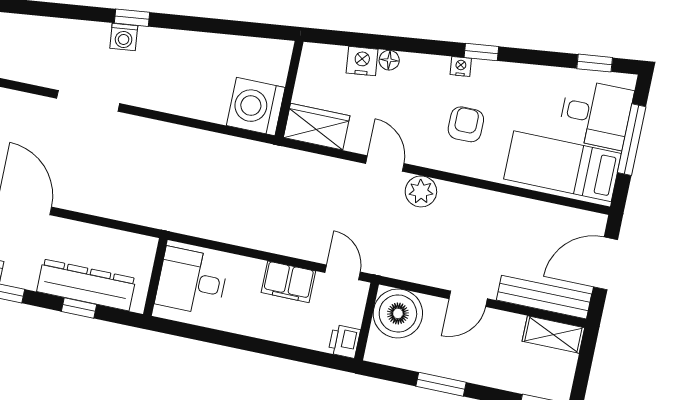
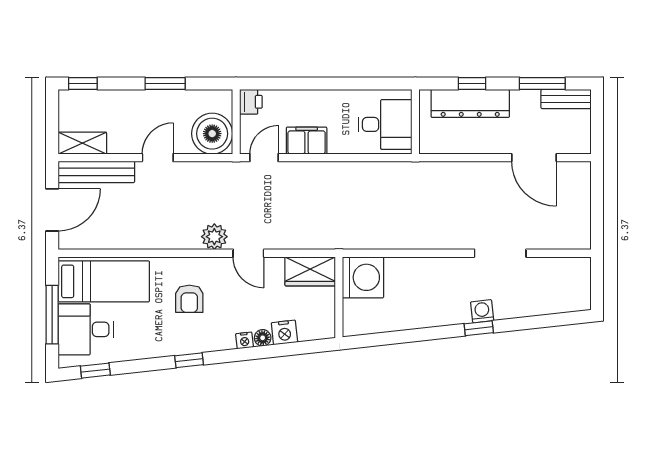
nightstand: (461, 66) -> (244, 340), moved
door: (343, 272) -> (264, 158), swing flipped

